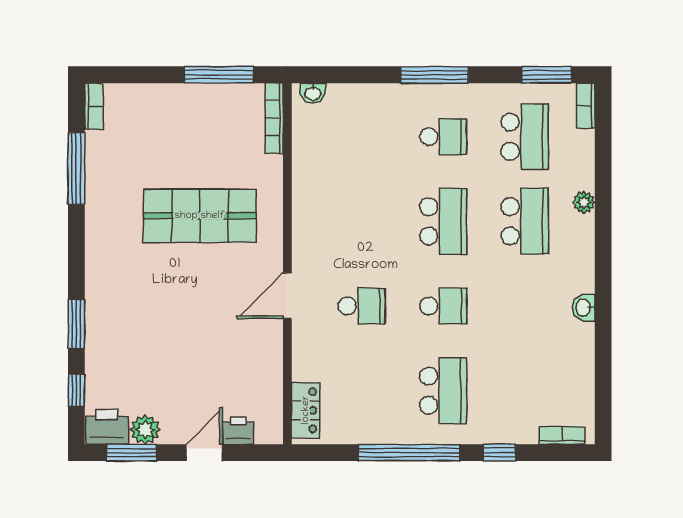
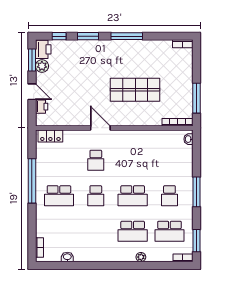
window: (76, 169) -> (127, 36), moved
shop shelf: (200, 216) -> (135, 90), turned 90
washbasin: (584, 308) -> (67, 257), moved
window: (499, 453) -> (32, 220), removed

